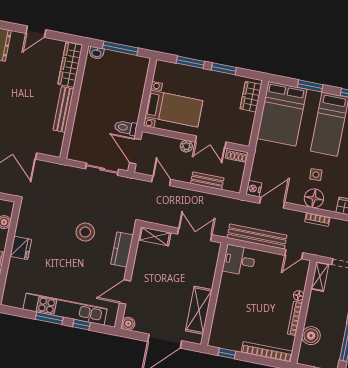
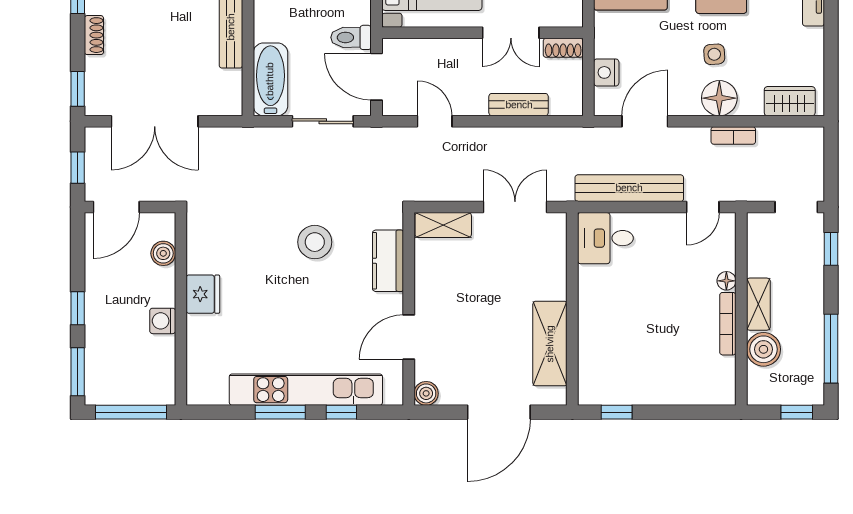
bathtub: (79, 141) -> (270, 79), added
plant: (186, 146) -> (468, 49), removed
nightstand: (254, 189) -> (606, 72), moved
shelving: (320, 277) -> (758, 304), moved
bookcase: (267, 352) -> (689, 395), removed

